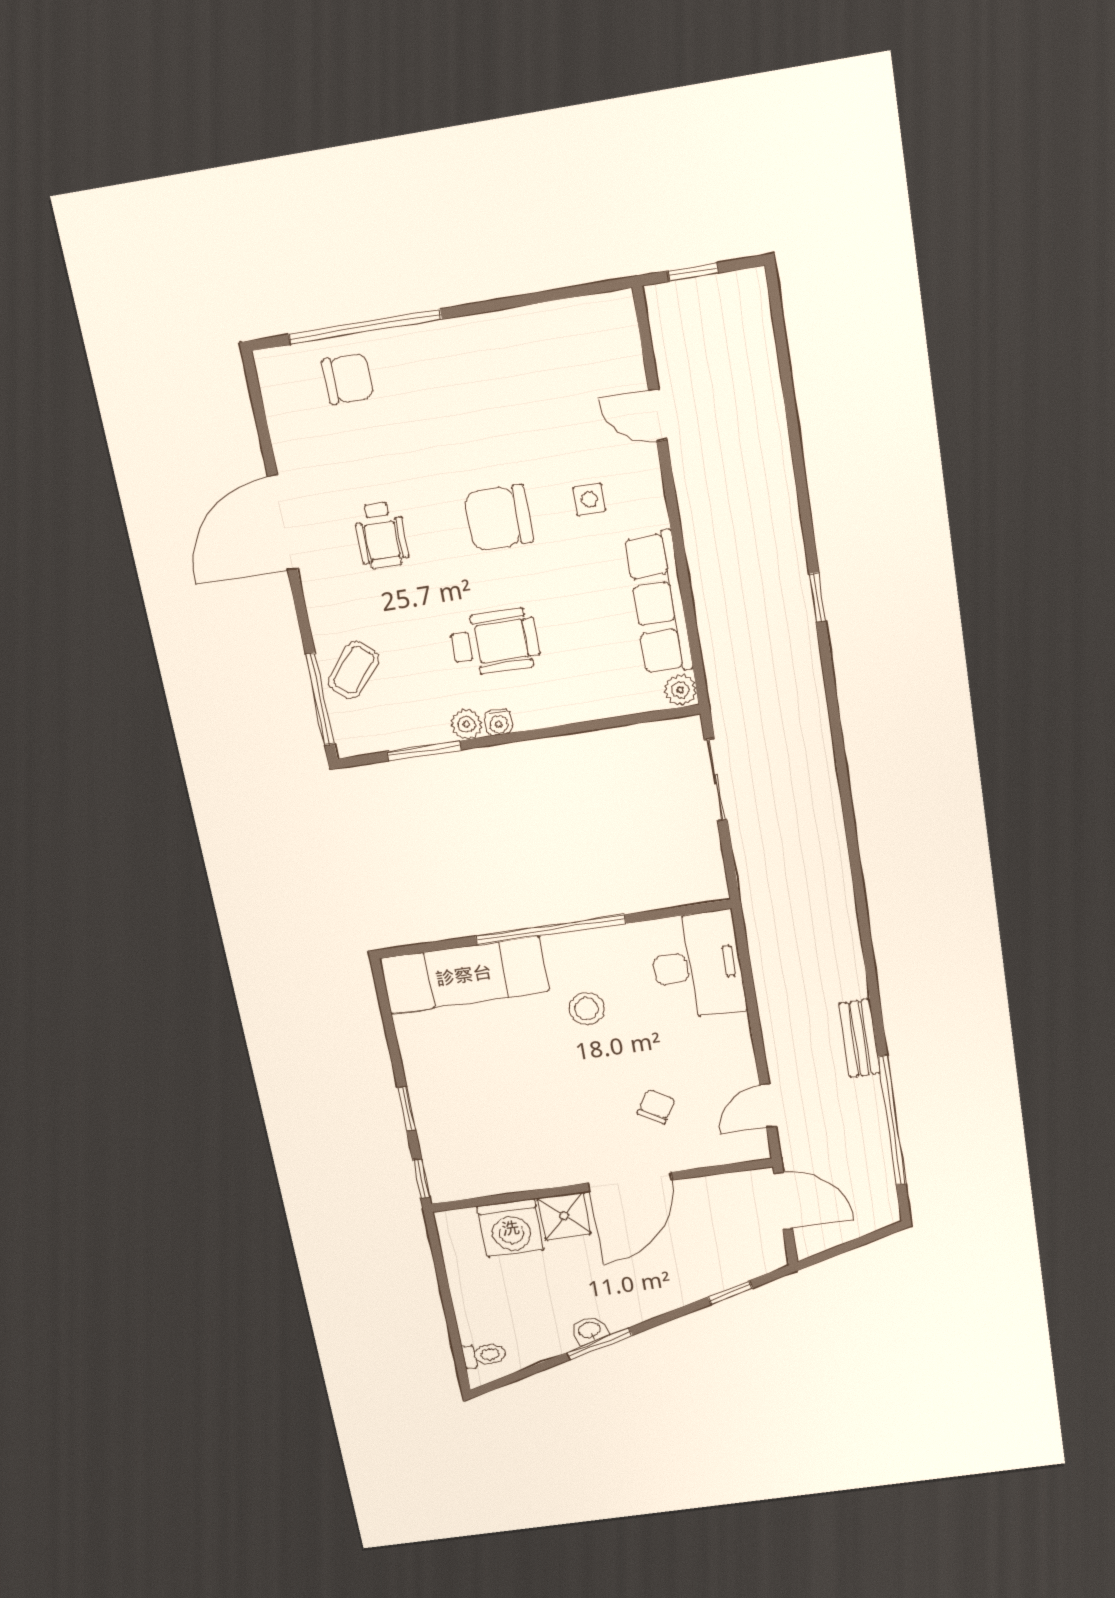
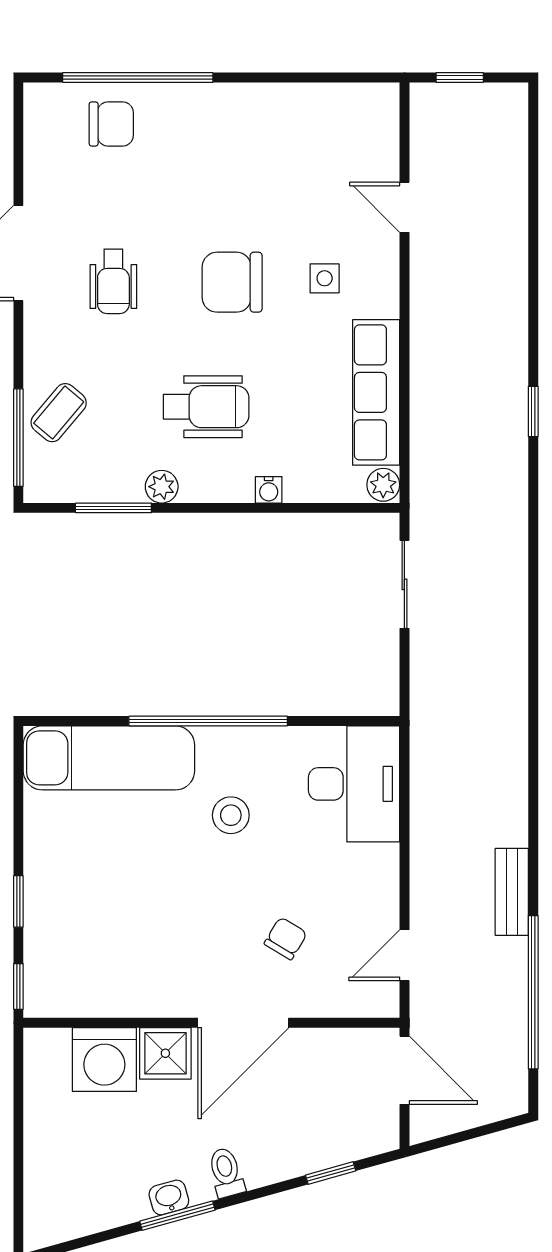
water cooler: (498, 722) -> (269, 490), moved
toilet: (484, 1355) -> (226, 1172), moved, turned -106

